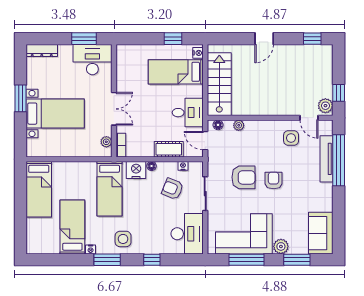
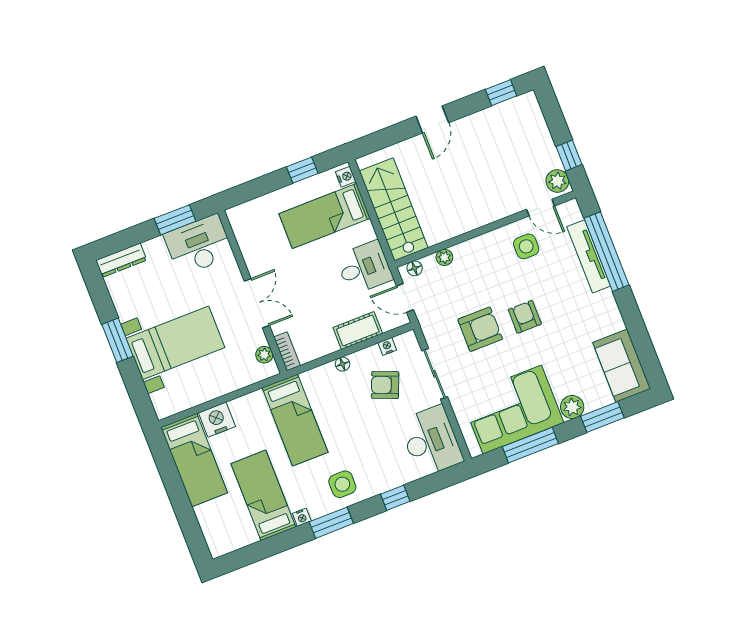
nightstand: (136, 170) -> (217, 420), moved

